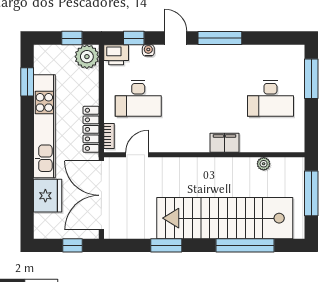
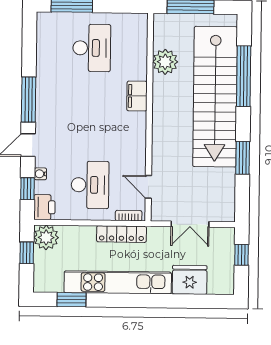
plant: (264, 164) -> (165, 62), width x1.87, depth x1.87
double door: (101, 195) -> (190, 224), width x0.54

